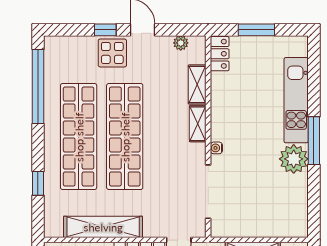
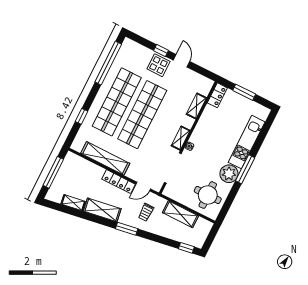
plant: (181, 43) -> (199, 79), removed
shelving: (198, 124) -> (181, 138), moved
round table: (278, 205) -> (208, 195), added

